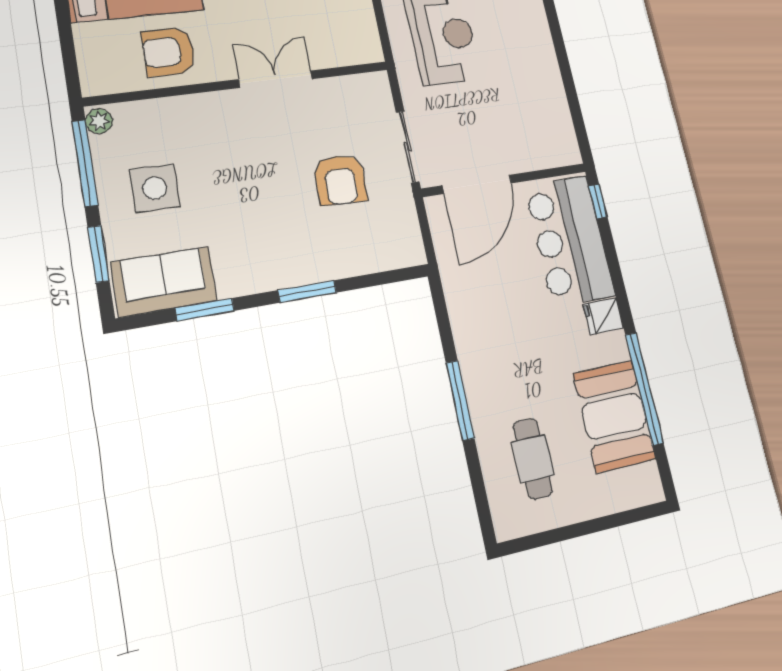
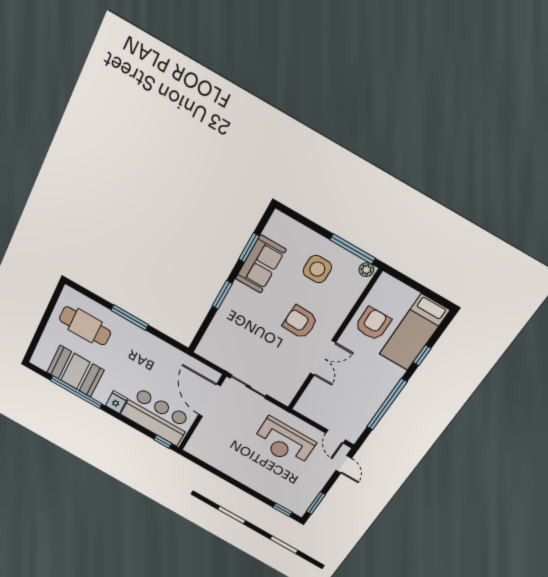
armchair: (340, 180) -> (300, 322), moved
window: (98, 254) -> (308, 223), removed
sofa: (164, 282) -> (261, 264), moved
cafe table: (533, 459) -> (85, 326), width x1.37, depth x1.35

